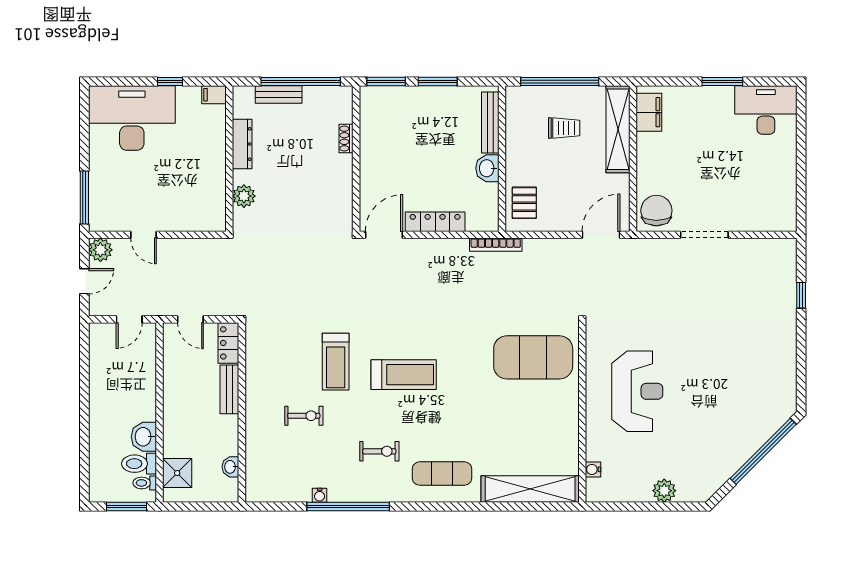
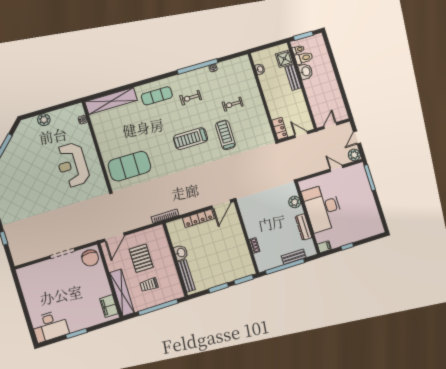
desk: (132, 118) -> (323, 208), moved, turned 90
pallet: (524, 203) -> (141, 258), moved, width x1.50, depth x1.42
bench: (229, 389) -> (293, 77), moved

